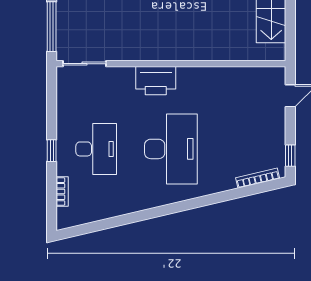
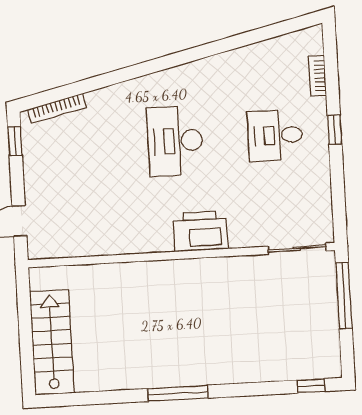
desk: (96, 149) -> (275, 135), width x0.73
desk: (171, 149) -> (175, 141), width x0.73, depth x0.77

